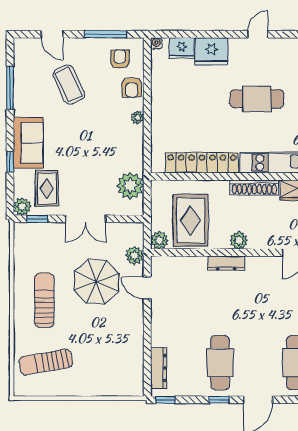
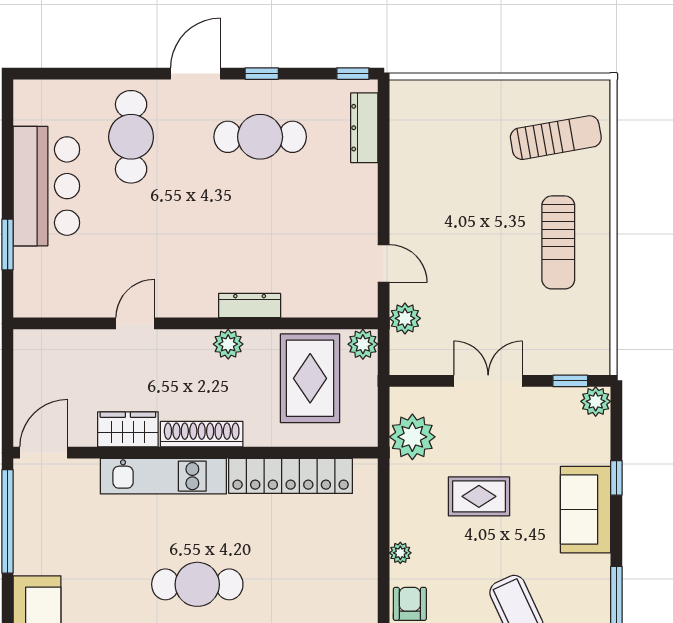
rug: (47, 188) -> (479, 496), moved, turned 90
parasol: (96, 282) -> (470, 274), removed
cafe table: (220, 363) -> (260, 137), turned 90

